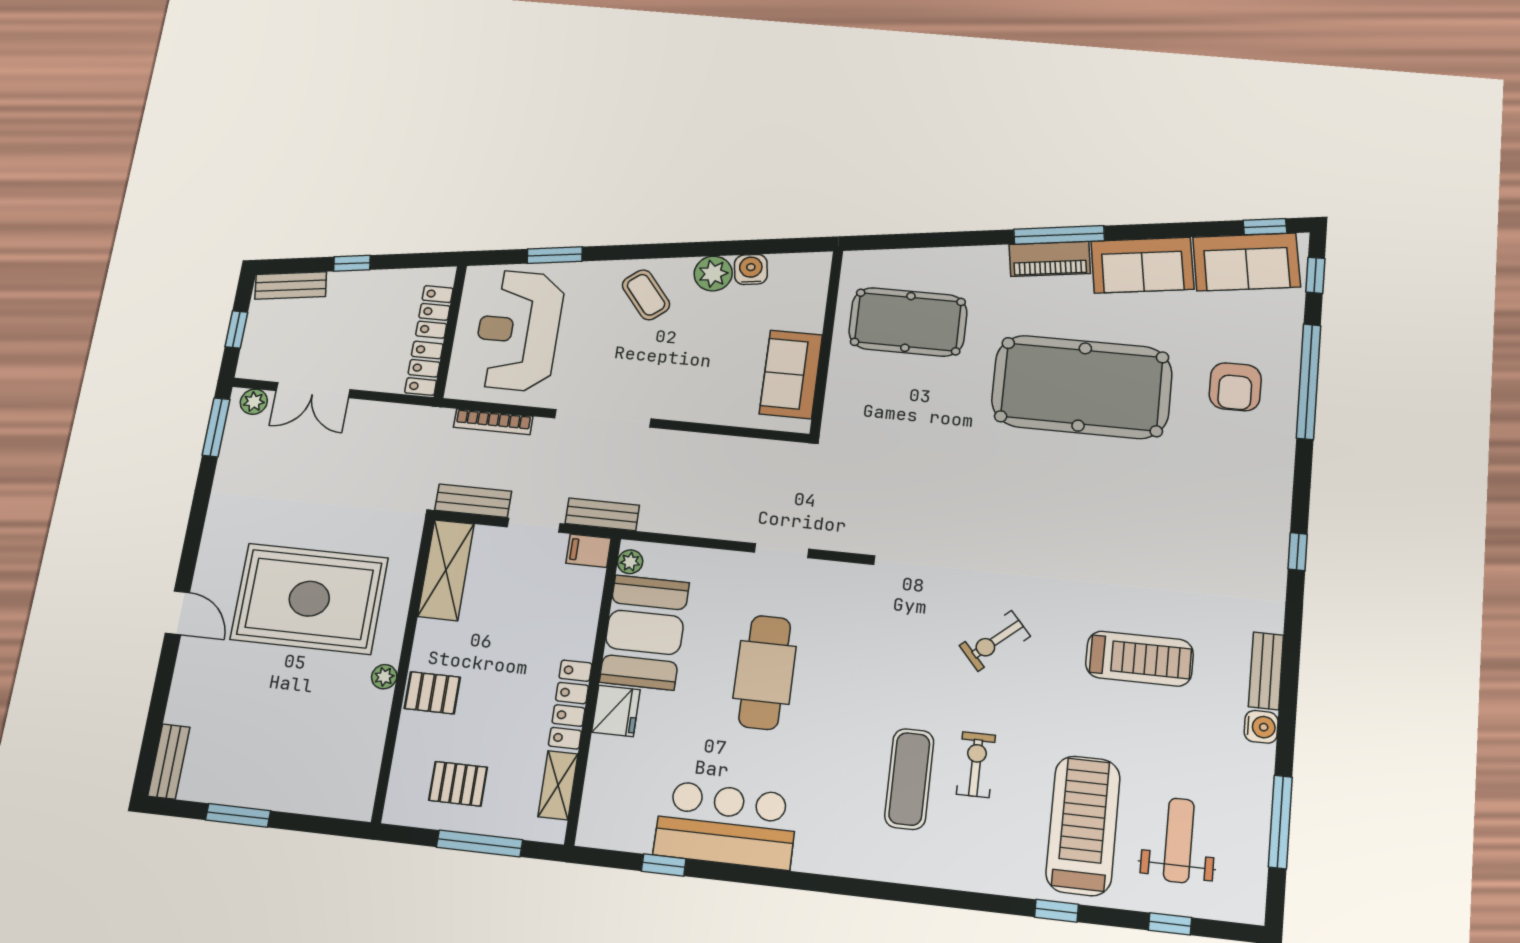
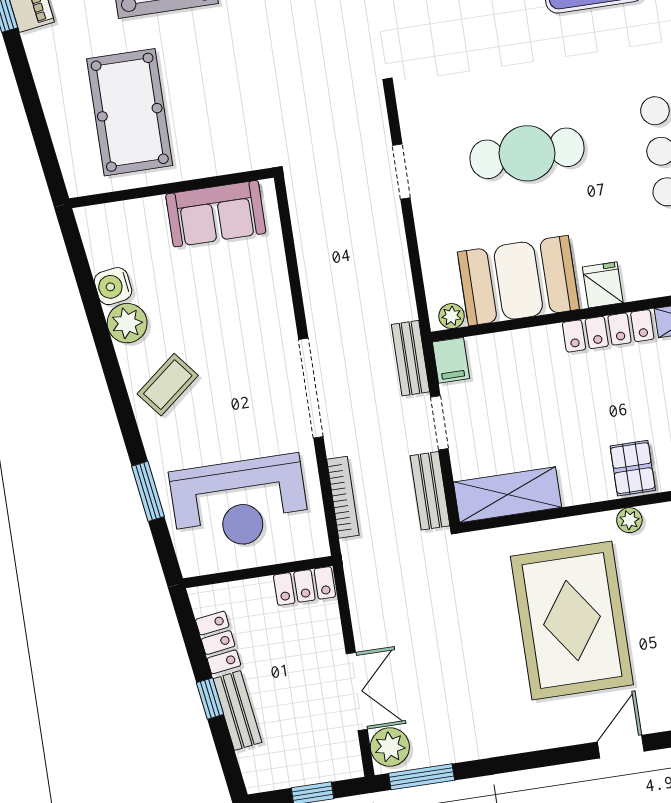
bench: (291, 285) -> (237, 710), moved
locker: (434, 312) -> (218, 642), moved, turned -98
plant: (254, 402) -> (390, 747), width x1.38, depth x1.38
fridge: (616, 711) -> (603, 285), width x0.72

